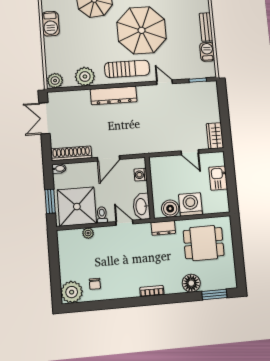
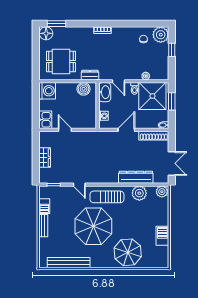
dresser: (114, 95) -> (136, 177), moved
wardrobe: (215, 136) -> (45, 158), moved
kitchen sink: (218, 178) -> (45, 120), moved
washing machine: (191, 204) -> (47, 91), moved, turned -90
window: (55, 272) -> (172, 50), added
floor lamp: (191, 283) -> (46, 33), moved

